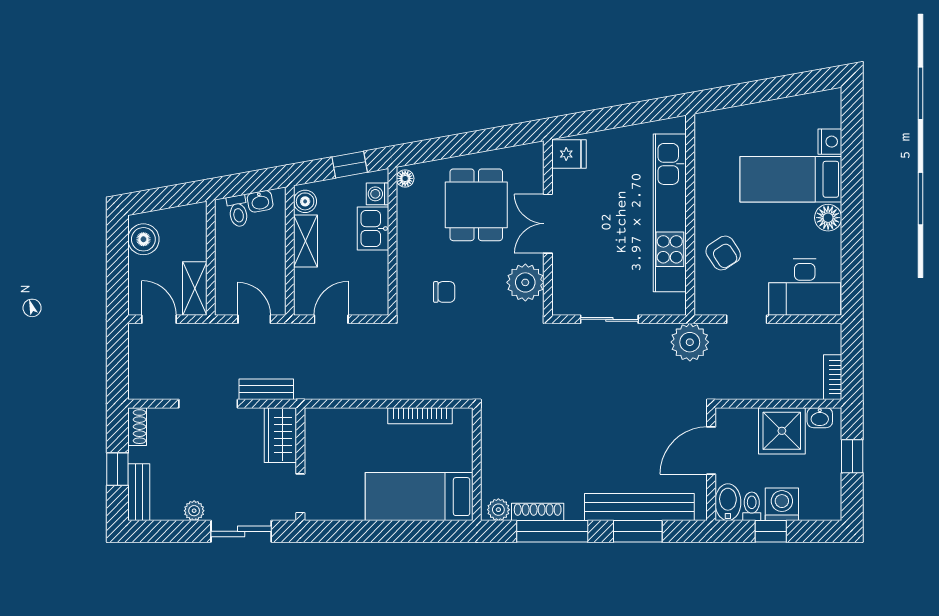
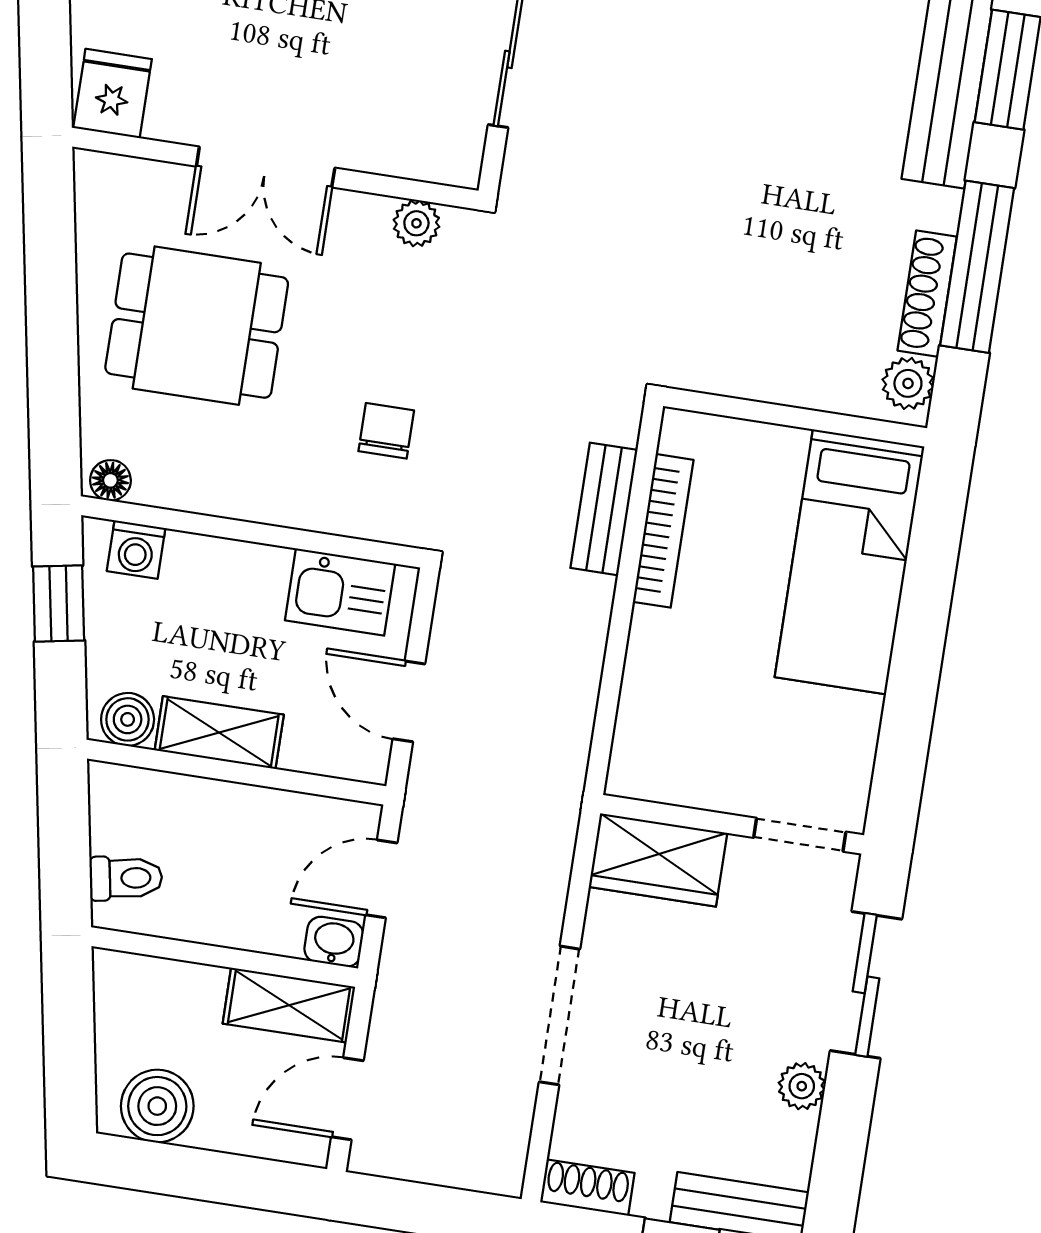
washbasin: (260, 201) -> (334, 942), moved, turned -80
kitchen sink: (373, 229) -> (340, 592), moved
plant: (525, 282) -> (416, 223), width x0.53, depth x0.53
bench: (266, 389) -> (604, 509), moved

